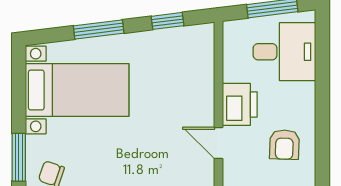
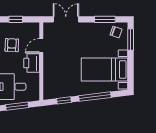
window: (99, 29) -> (95, 97), width x1.44
door: (219, 143) -> (41, 46), swing flipped

